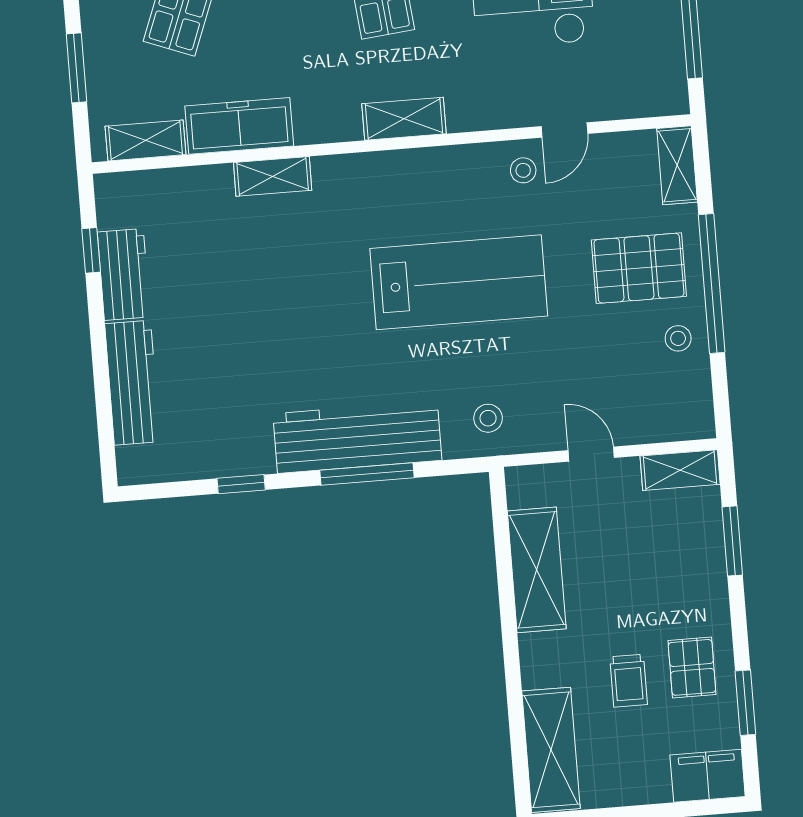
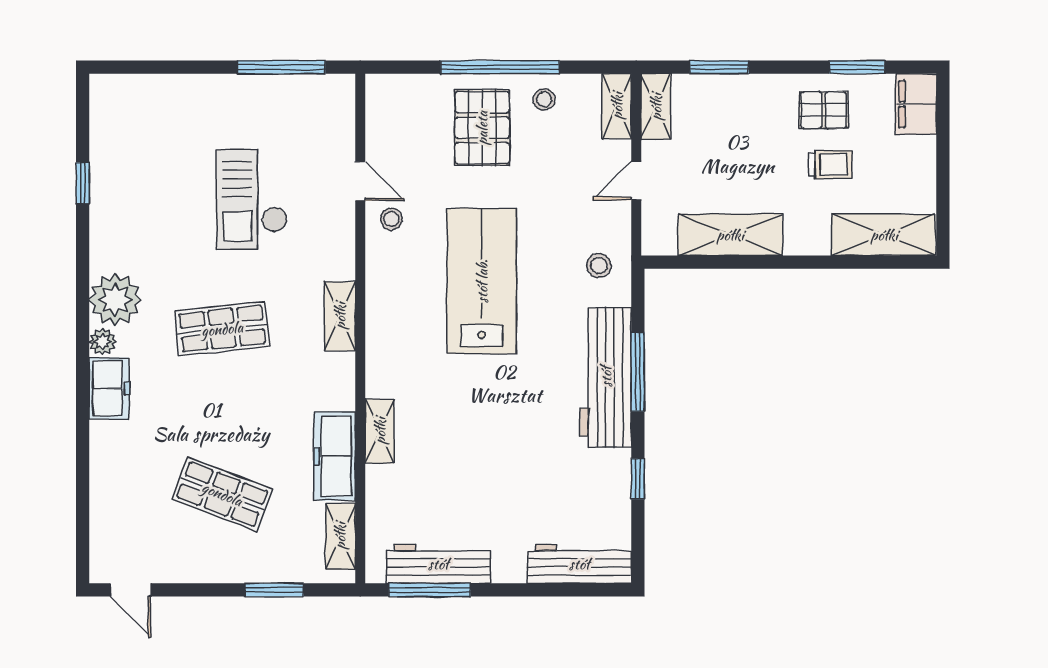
shelving: (677, 165) -> (617, 106), moved, turned 90
window: (91, 250) -> (430, 590), width x2.17
workbench: (124, 274) -> (438, 564), width x1.38
workbench: (132, 383) -> (579, 564), moved

